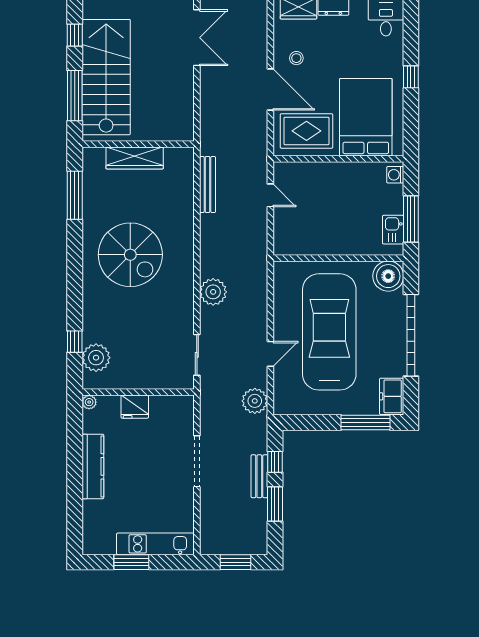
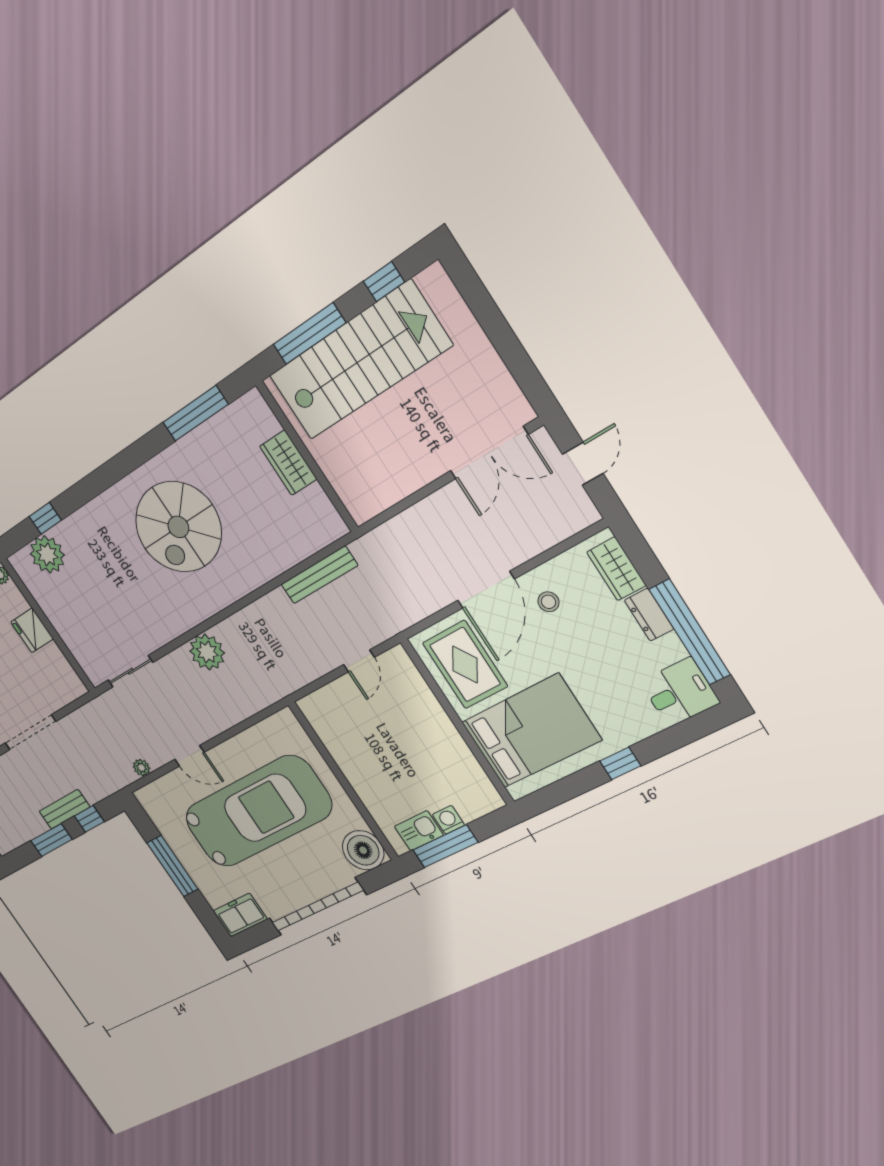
wardrobe: (135, 158) -> (288, 463), width x0.67
washing machine: (395, 175) -> (448, 820), moved
plant: (255, 401) -> (142, 768), width x0.53, depth x0.53
window: (365, 422) -> (172, 866), moved

